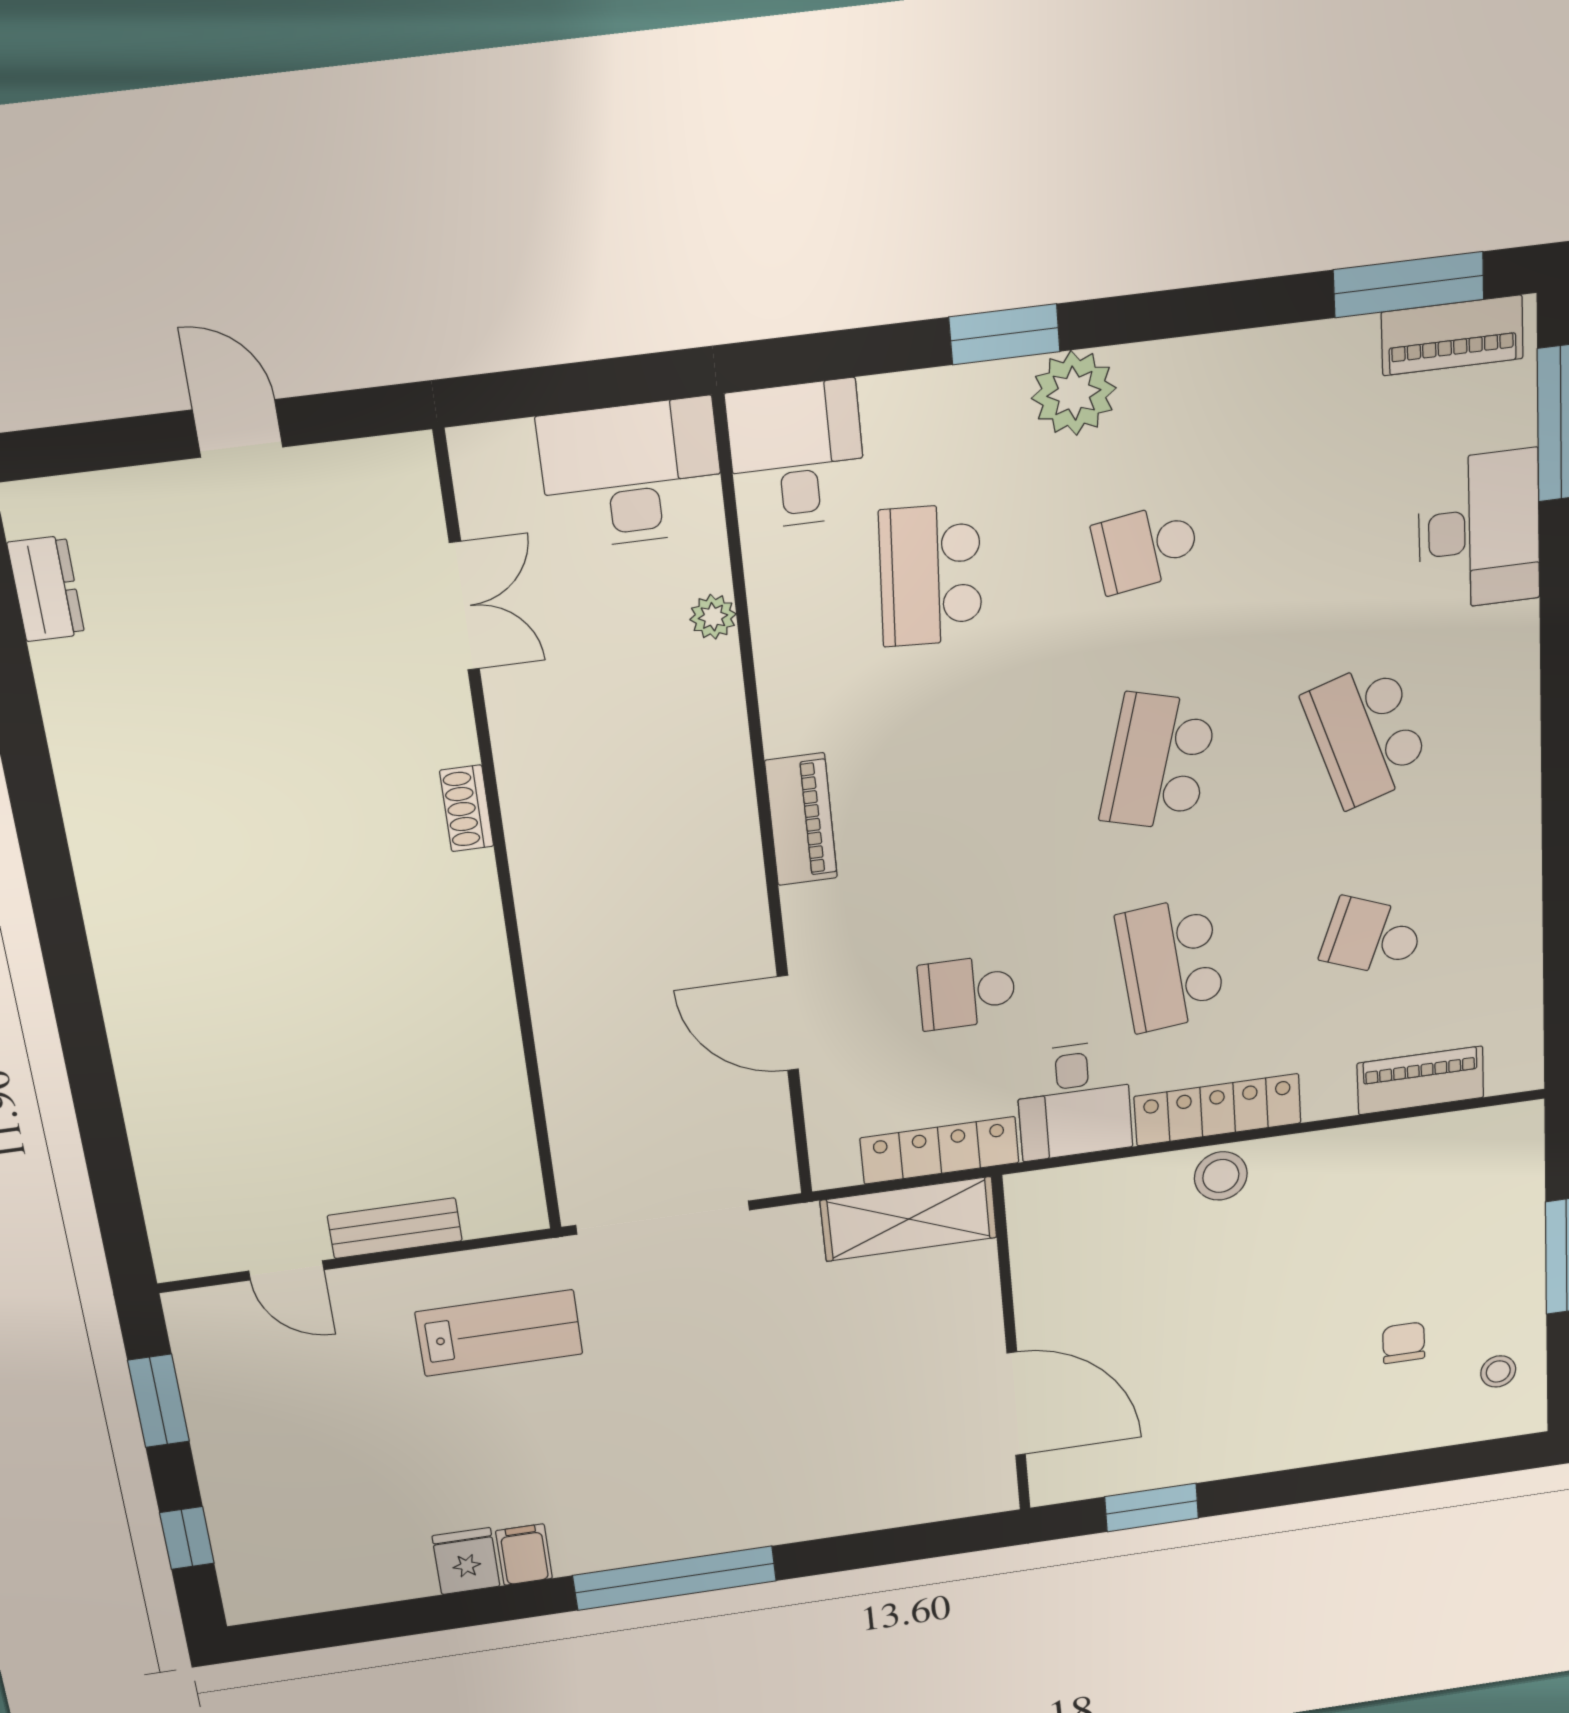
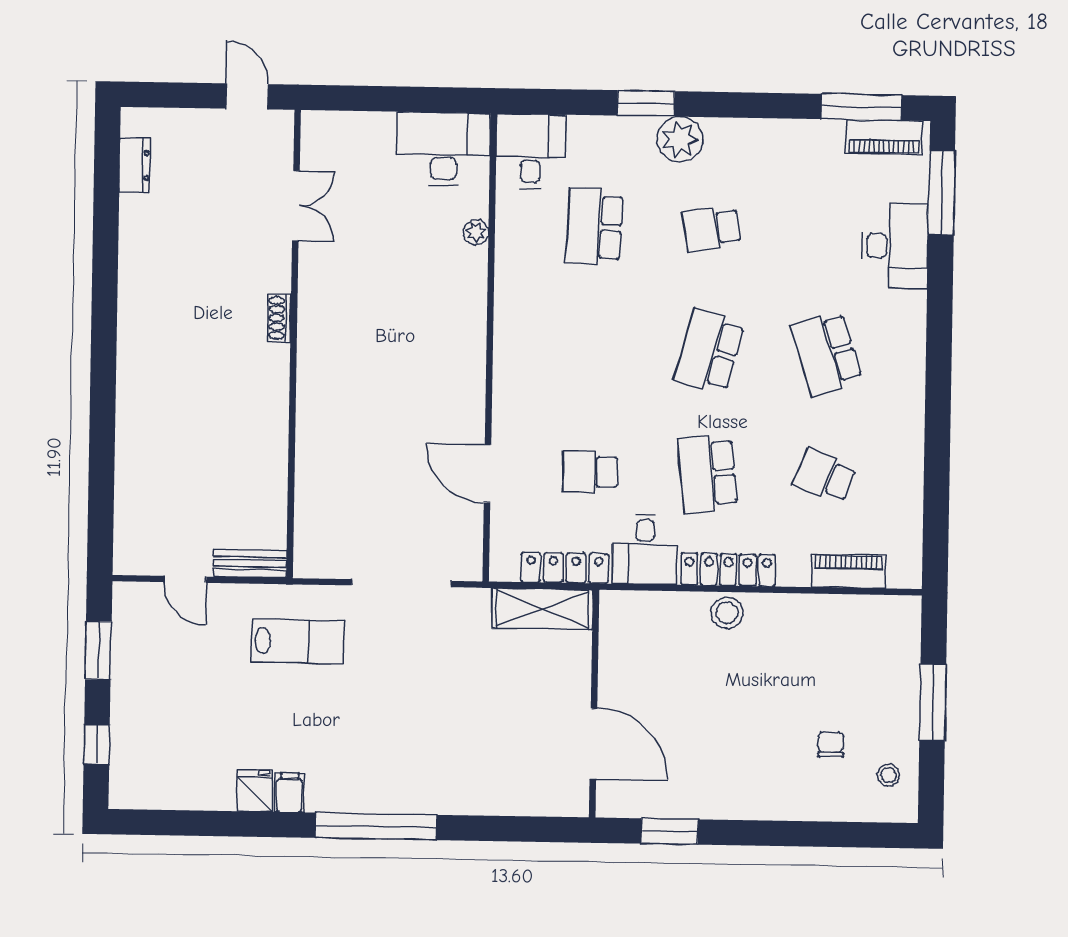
double door: (464, 606) -> (296, 206), moved
shoe rack: (467, 808) -> (279, 318), moved
piano: (801, 819) -> (509, 354), removed
wall: (500, 849) -> (294, 344), moved

